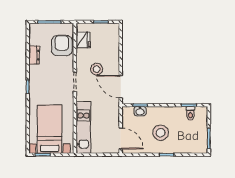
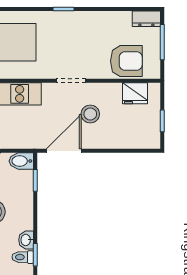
dresser: (34, 55) -> (146, 19), moved
washbasin: (140, 111) -> (26, 240), moved
bidet: (127, 114) -> (21, 161), added

